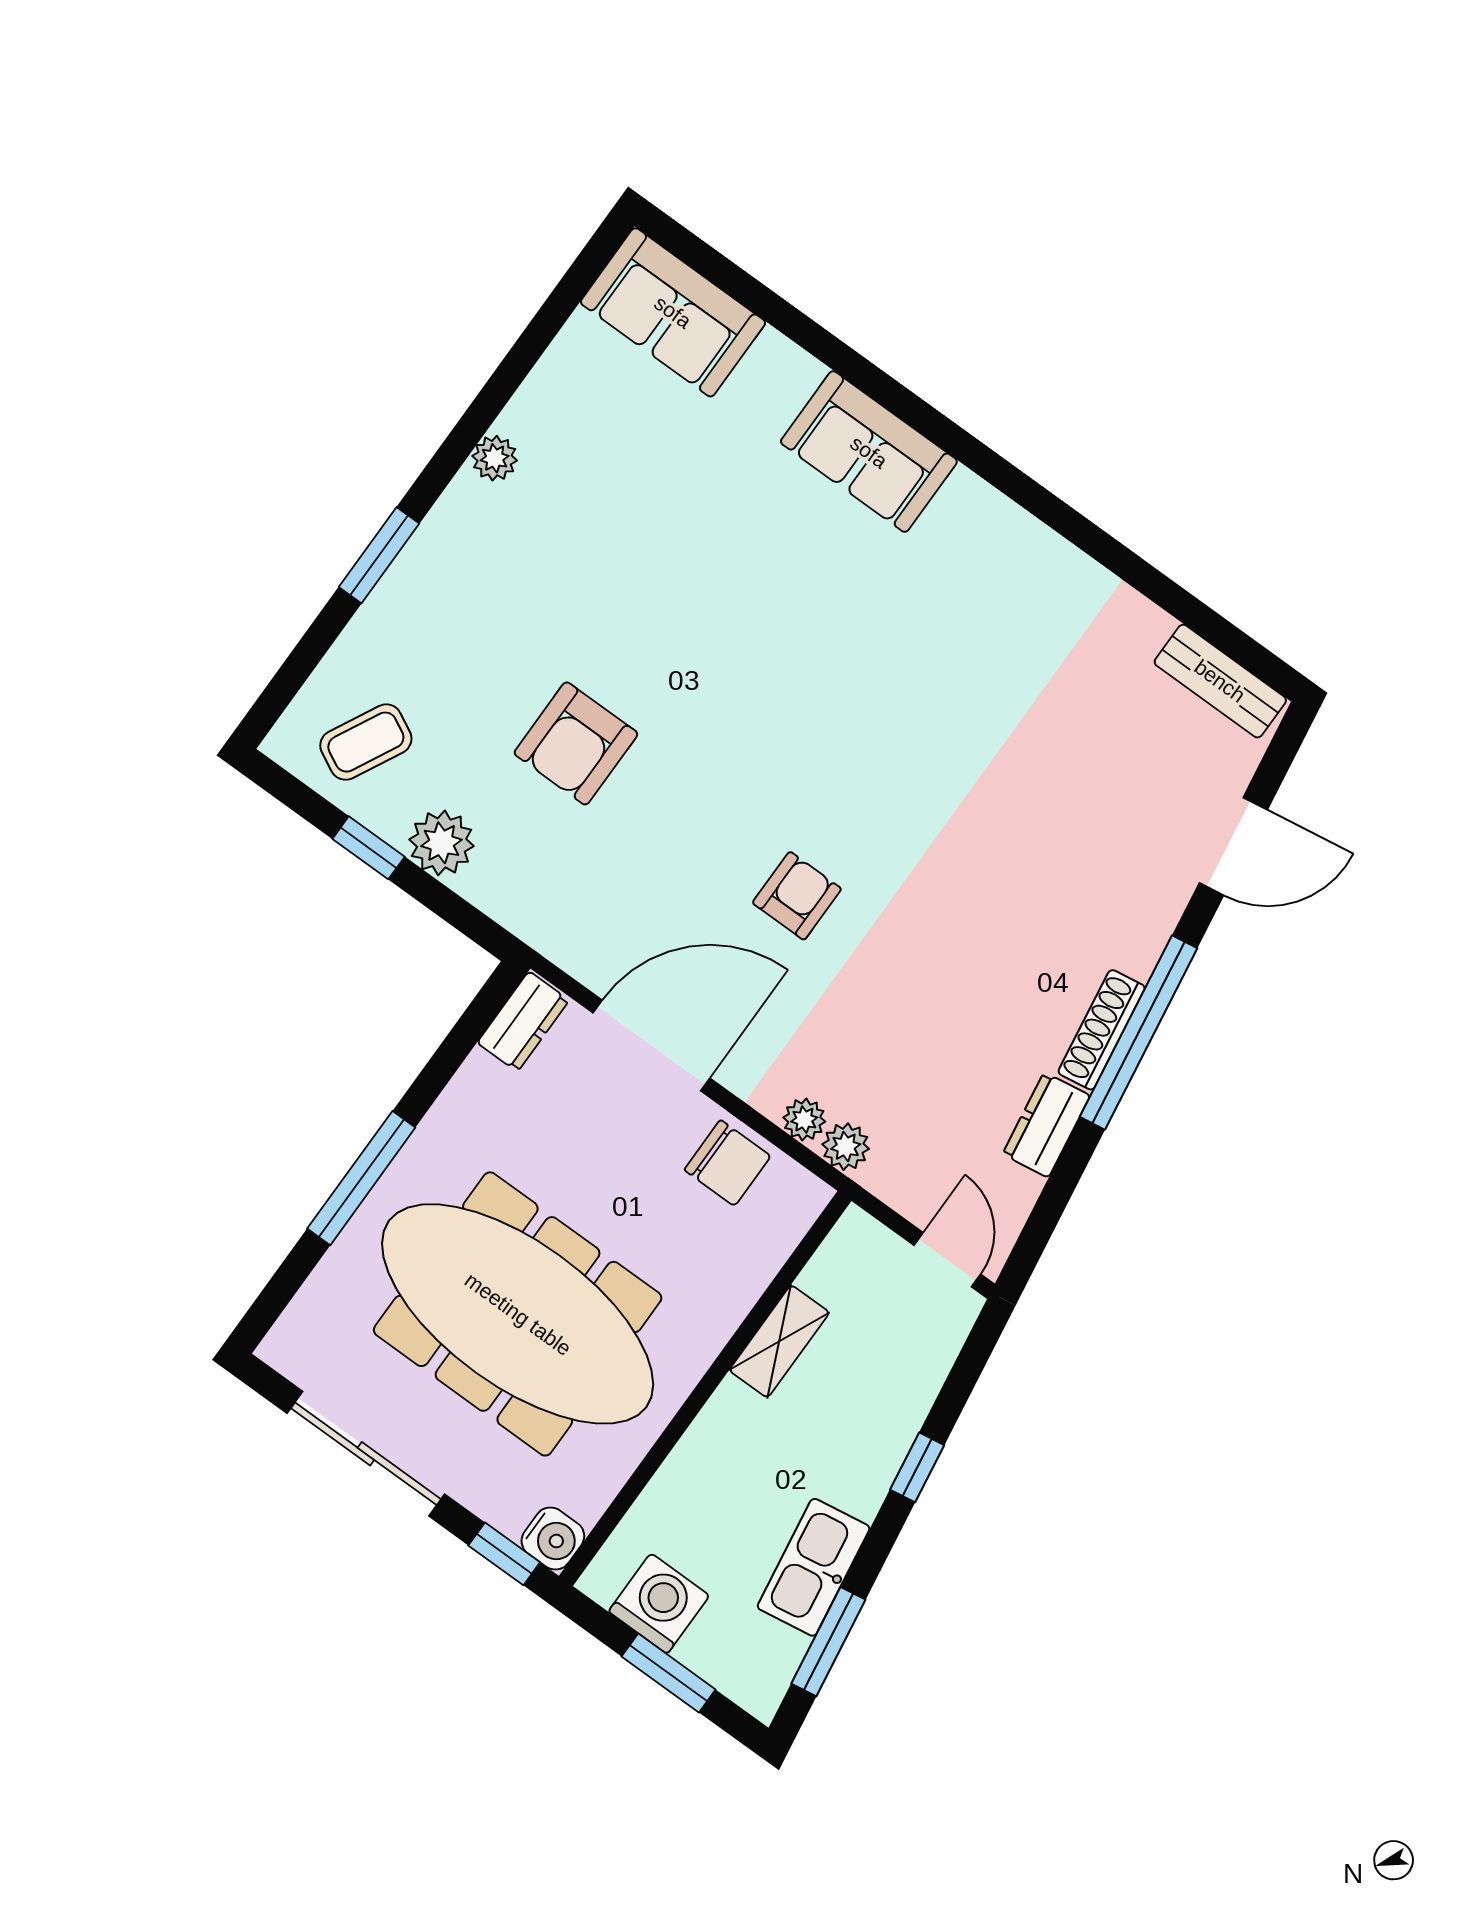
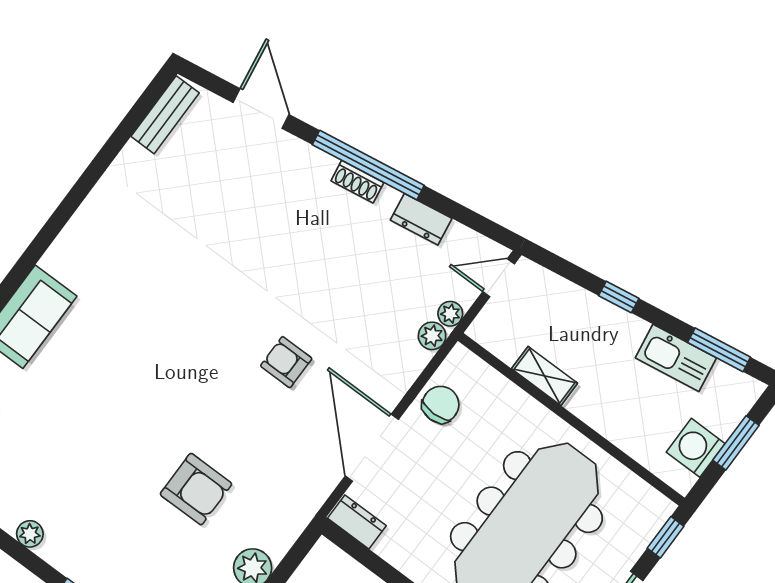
shoe rack: (1102, 1030) -> (357, 182), width x0.70
plant: (804, 1120) -> (450, 314), moved
water cooler: (553, 1538) -> (657, 509), removed

